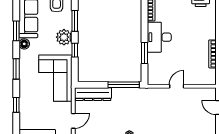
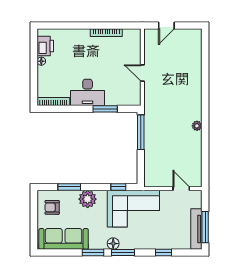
window: (16, 31) -> (93, 253), moved
floor lamp: (24, 44) -> (113, 244), moved
window: (75, 50) -> (118, 187), moved
dresser: (93, 94) -> (151, 166), removed

